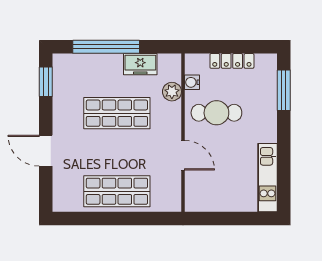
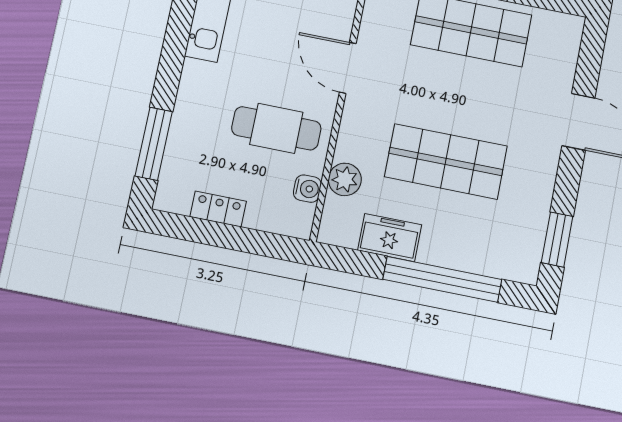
locker: (232, 61) -> (218, 209), width x0.66

